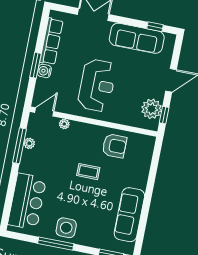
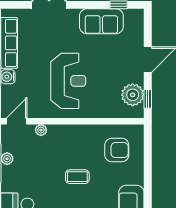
sofa: (137, 38) -> (101, 21), width x0.73
armchair: (114, 146) -> (117, 150), moved

